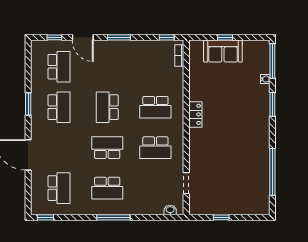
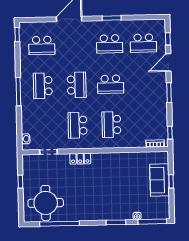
school desk: (107, 107) -> (110, 84), turned 180
locker: (195, 114) -> (80, 159), moved
round table: (247, 188) -> (46, 203), added

